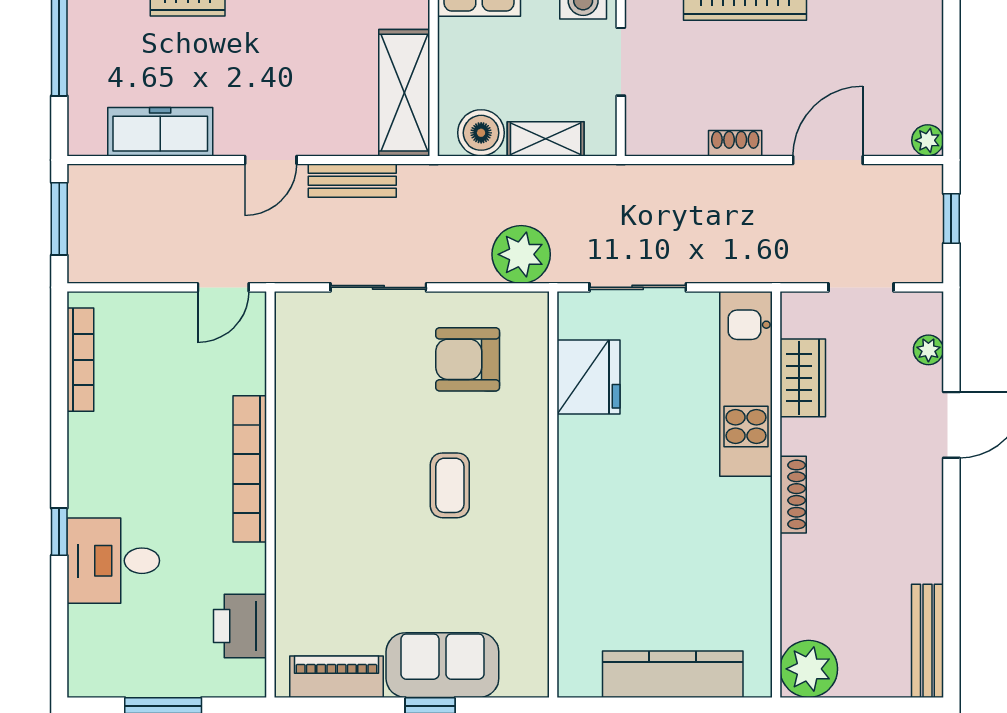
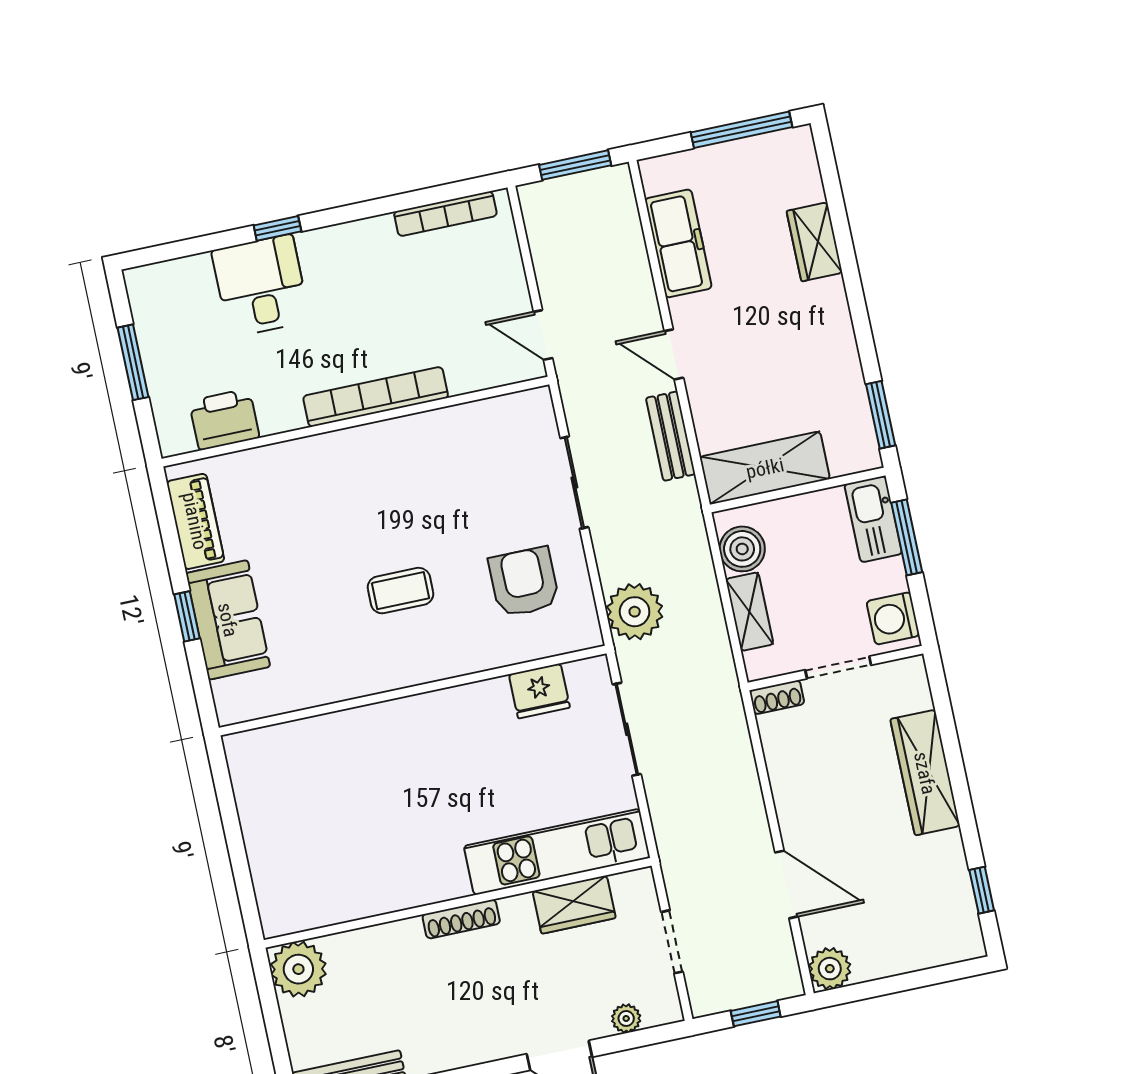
plant: (928, 140) -> (830, 969), width x1.38, depth x1.38
shoe rack: (735, 143) -> (777, 697), moved, turned 90
fridge: (588, 377) -> (539, 691), width x0.73, depth x0.75
kitchen counter: (673, 674) -> (266, 841), removed

